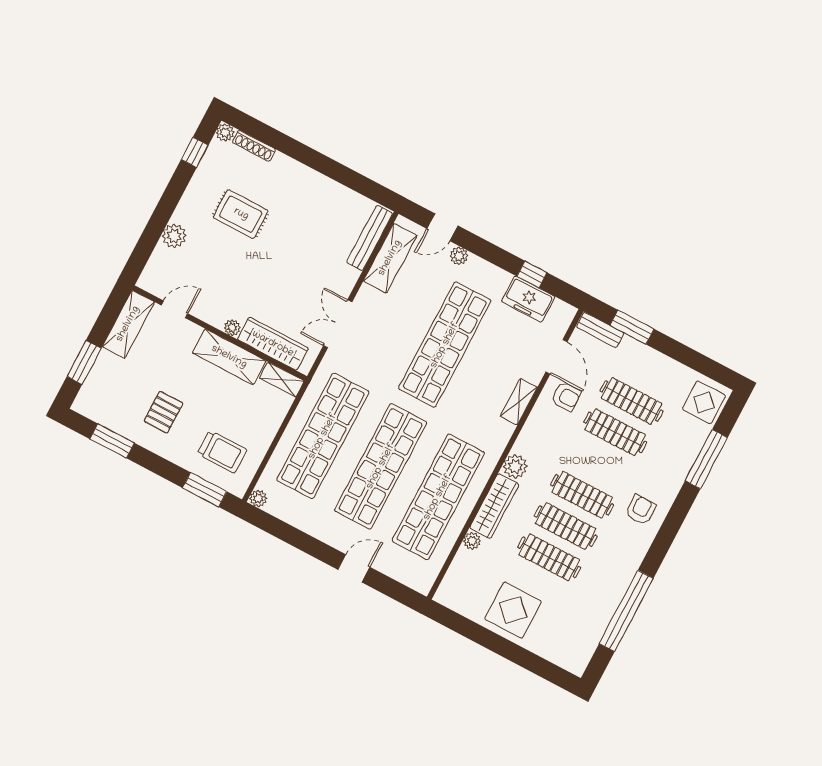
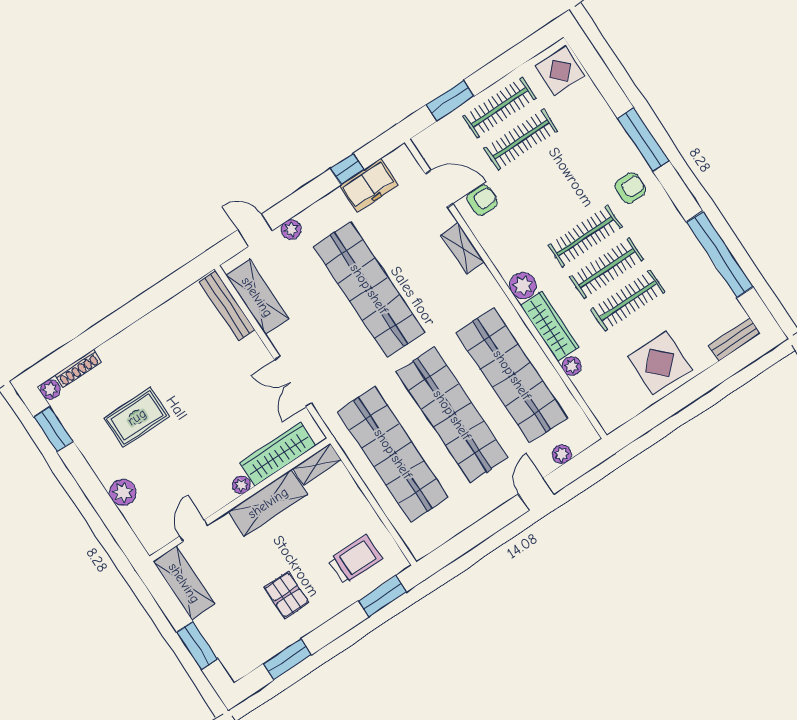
window: (195, 152) -> (53, 429), width x1.50
door: (442, 227) -> (255, 230), swing flipped
bench: (600, 330) -> (735, 339), moved
clothes rail: (615, 432) -> (499, 107), moved
window: (706, 459) -> (643, 139), moved
plant: (258, 498) -> (562, 454), moved
armchair: (641, 510) -> (630, 188), turned 90

